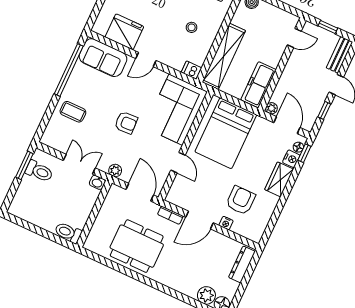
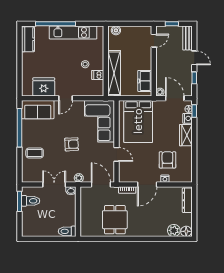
dishwasher: (191, 70) -> (98, 75), moved
freezer: (258, 85) -> (145, 81), width x0.71
dining table: (137, 246) -> (115, 220), width x0.73

